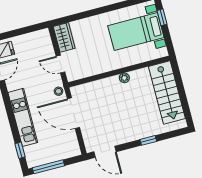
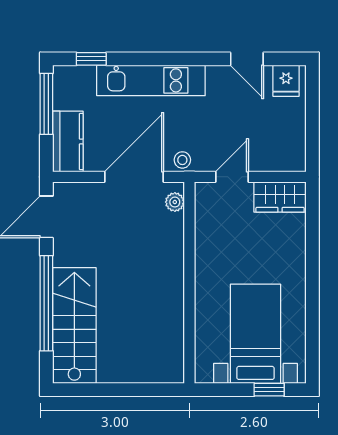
plant: (124, 78) -> (175, 202), moved
stairs: (167, 93) -> (74, 326), moved, turned 90
window: (148, 140) -> (46, 303), width x3.17
kitchen counter: (64, 151) -> (68, 142), added

